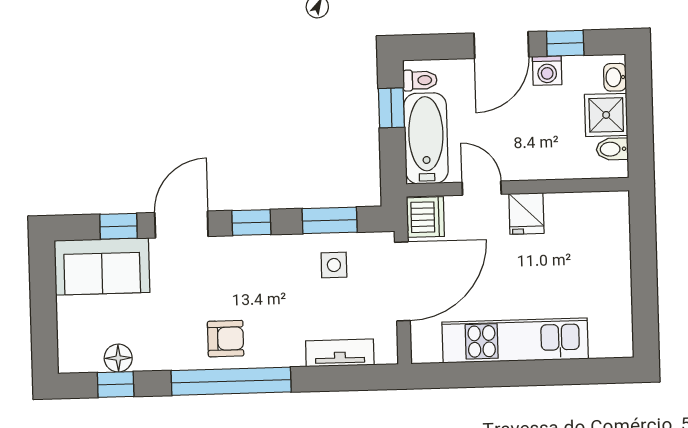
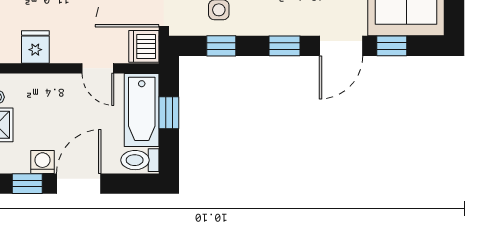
toilet: (420, 80) -> (140, 160), width x1.37, depth x1.39
window: (391, 108) -> (169, 113), moved
fridge: (526, 213) -> (35, 47), moved
window: (330, 220) -> (221, 46), width x0.67

